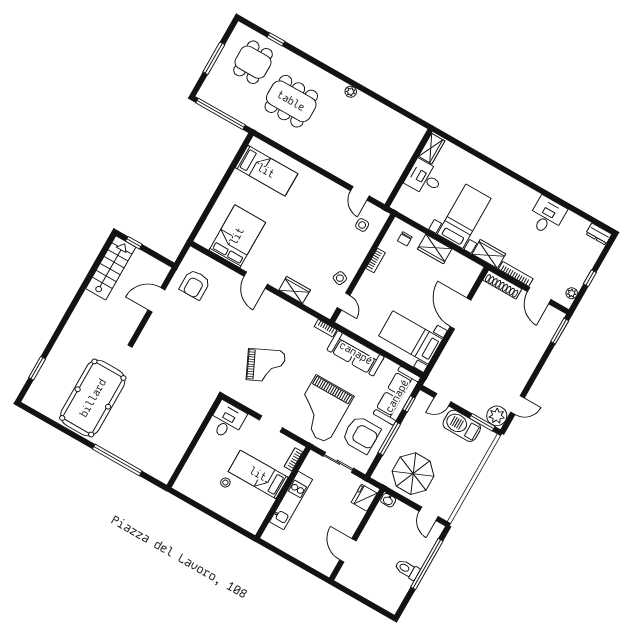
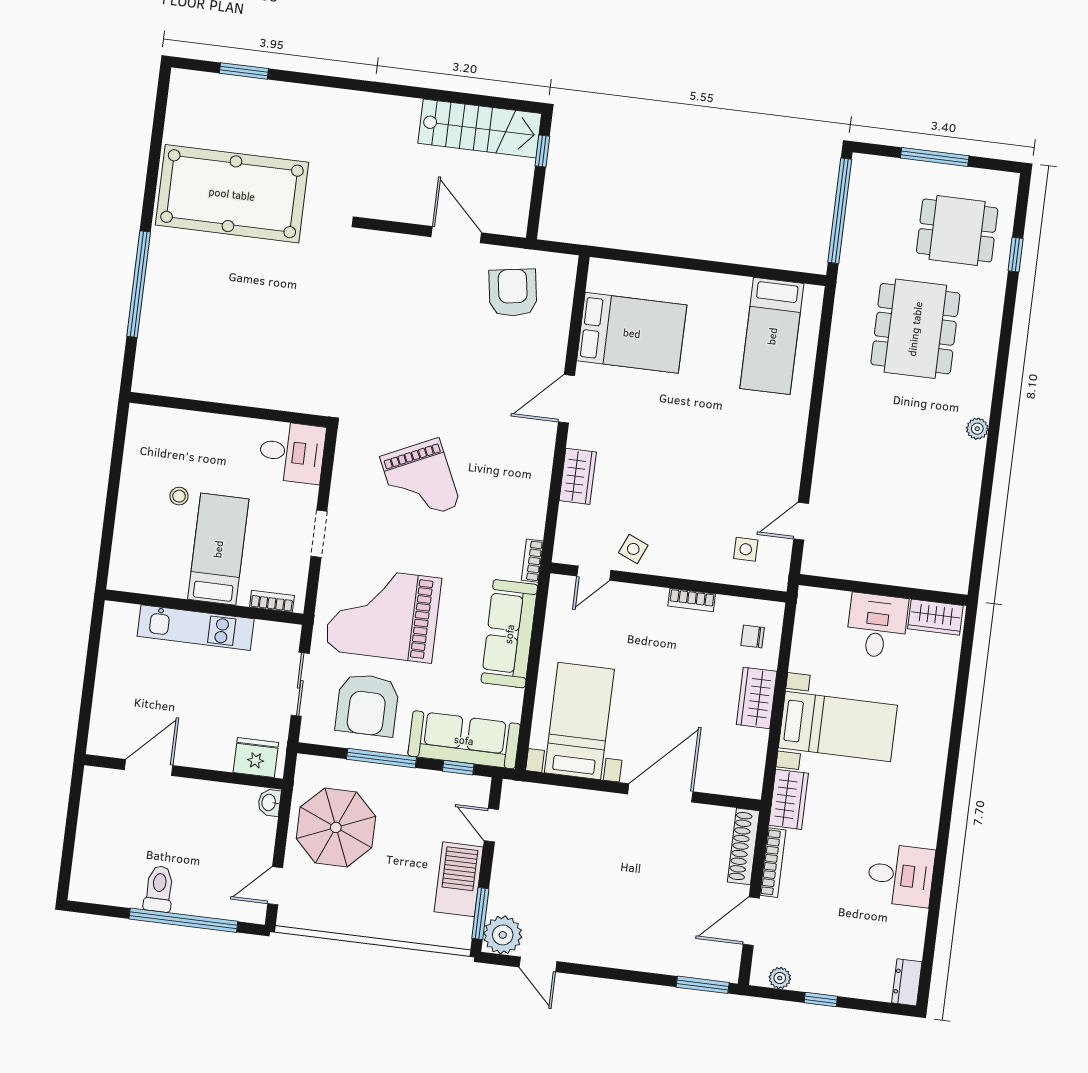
armchair: (195, 285) -> (513, 293), turned 81

